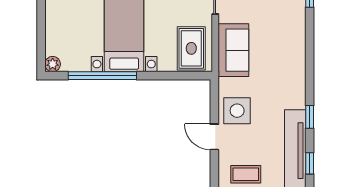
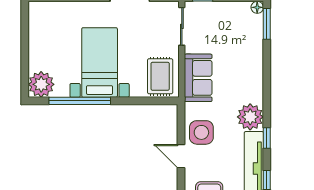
plant: (53, 64) -> (41, 84), width x1.88, depth x1.88
plant: (291, 93) -> (250, 117), added

